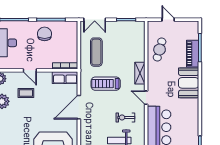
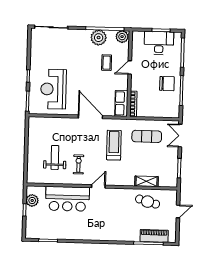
piano: (193, 54) -> (154, 236), moved
shelving: (140, 73) -> (146, 181), moved
booth: (189, 83) -> (112, 231), removed

